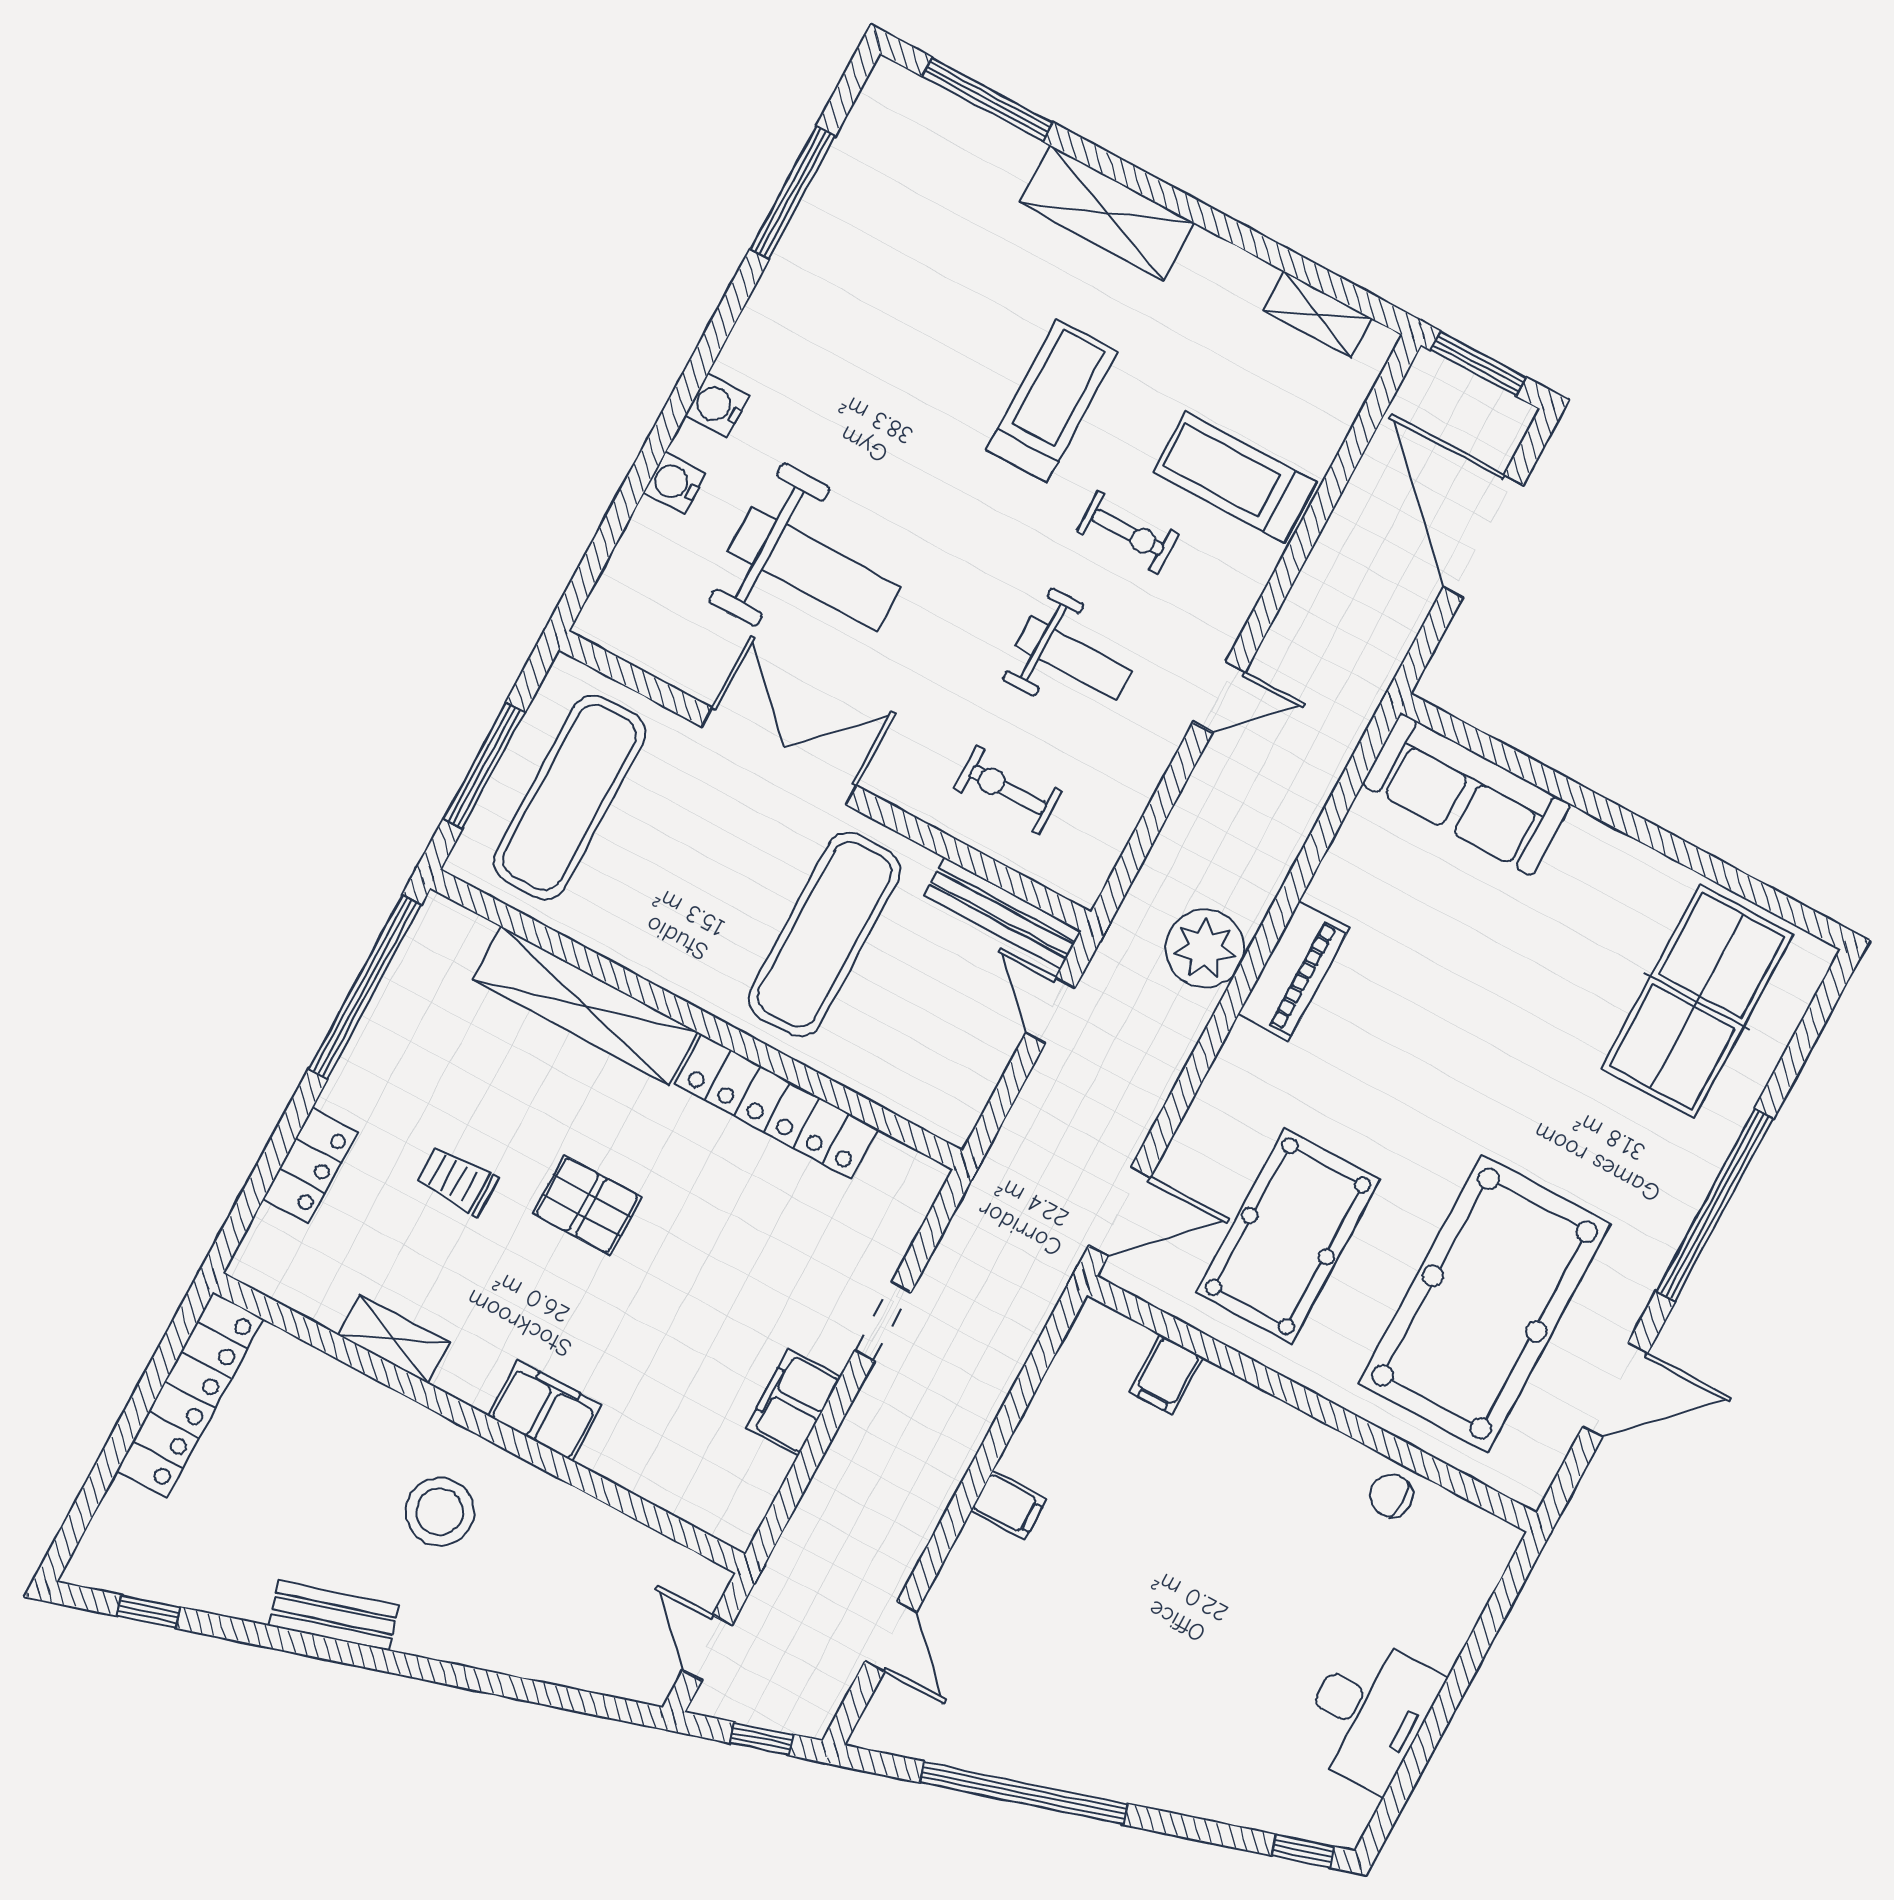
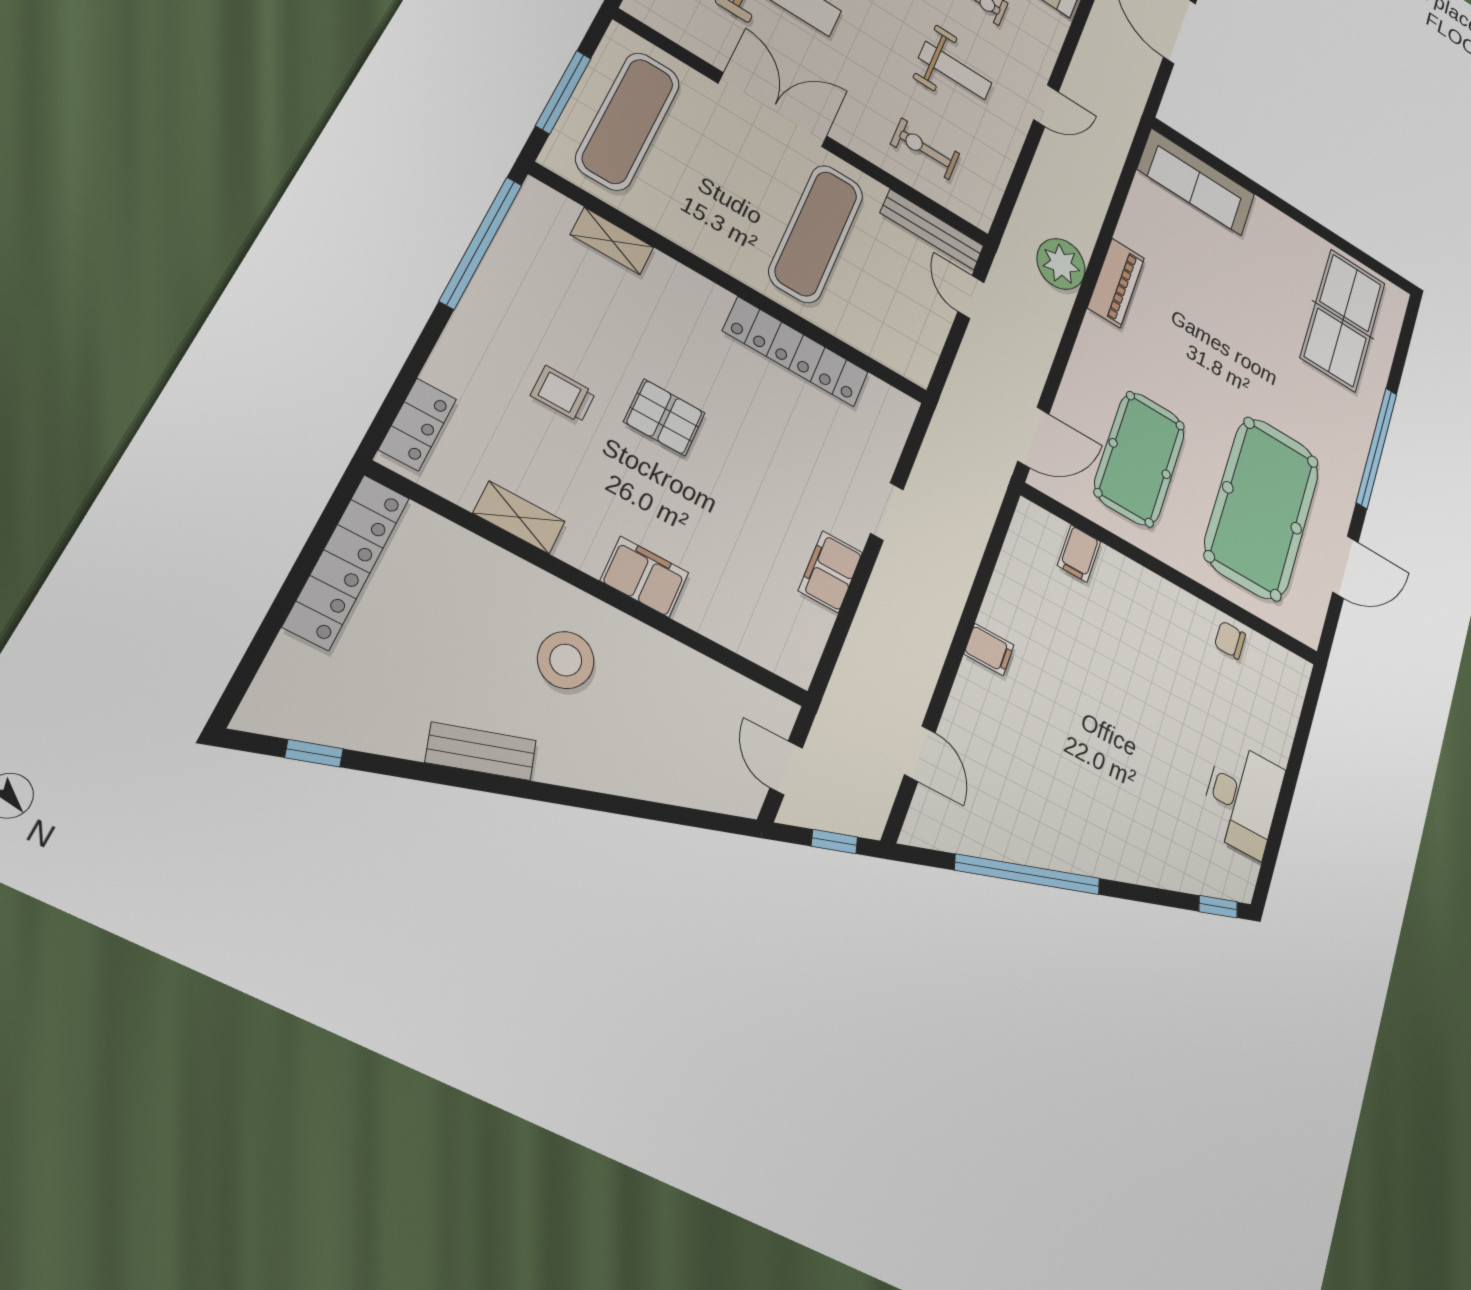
shelving: (585, 1006) -> (612, 241), width x0.45, depth x0.75
locker: (310, 1166) -> (418, 424), moved

